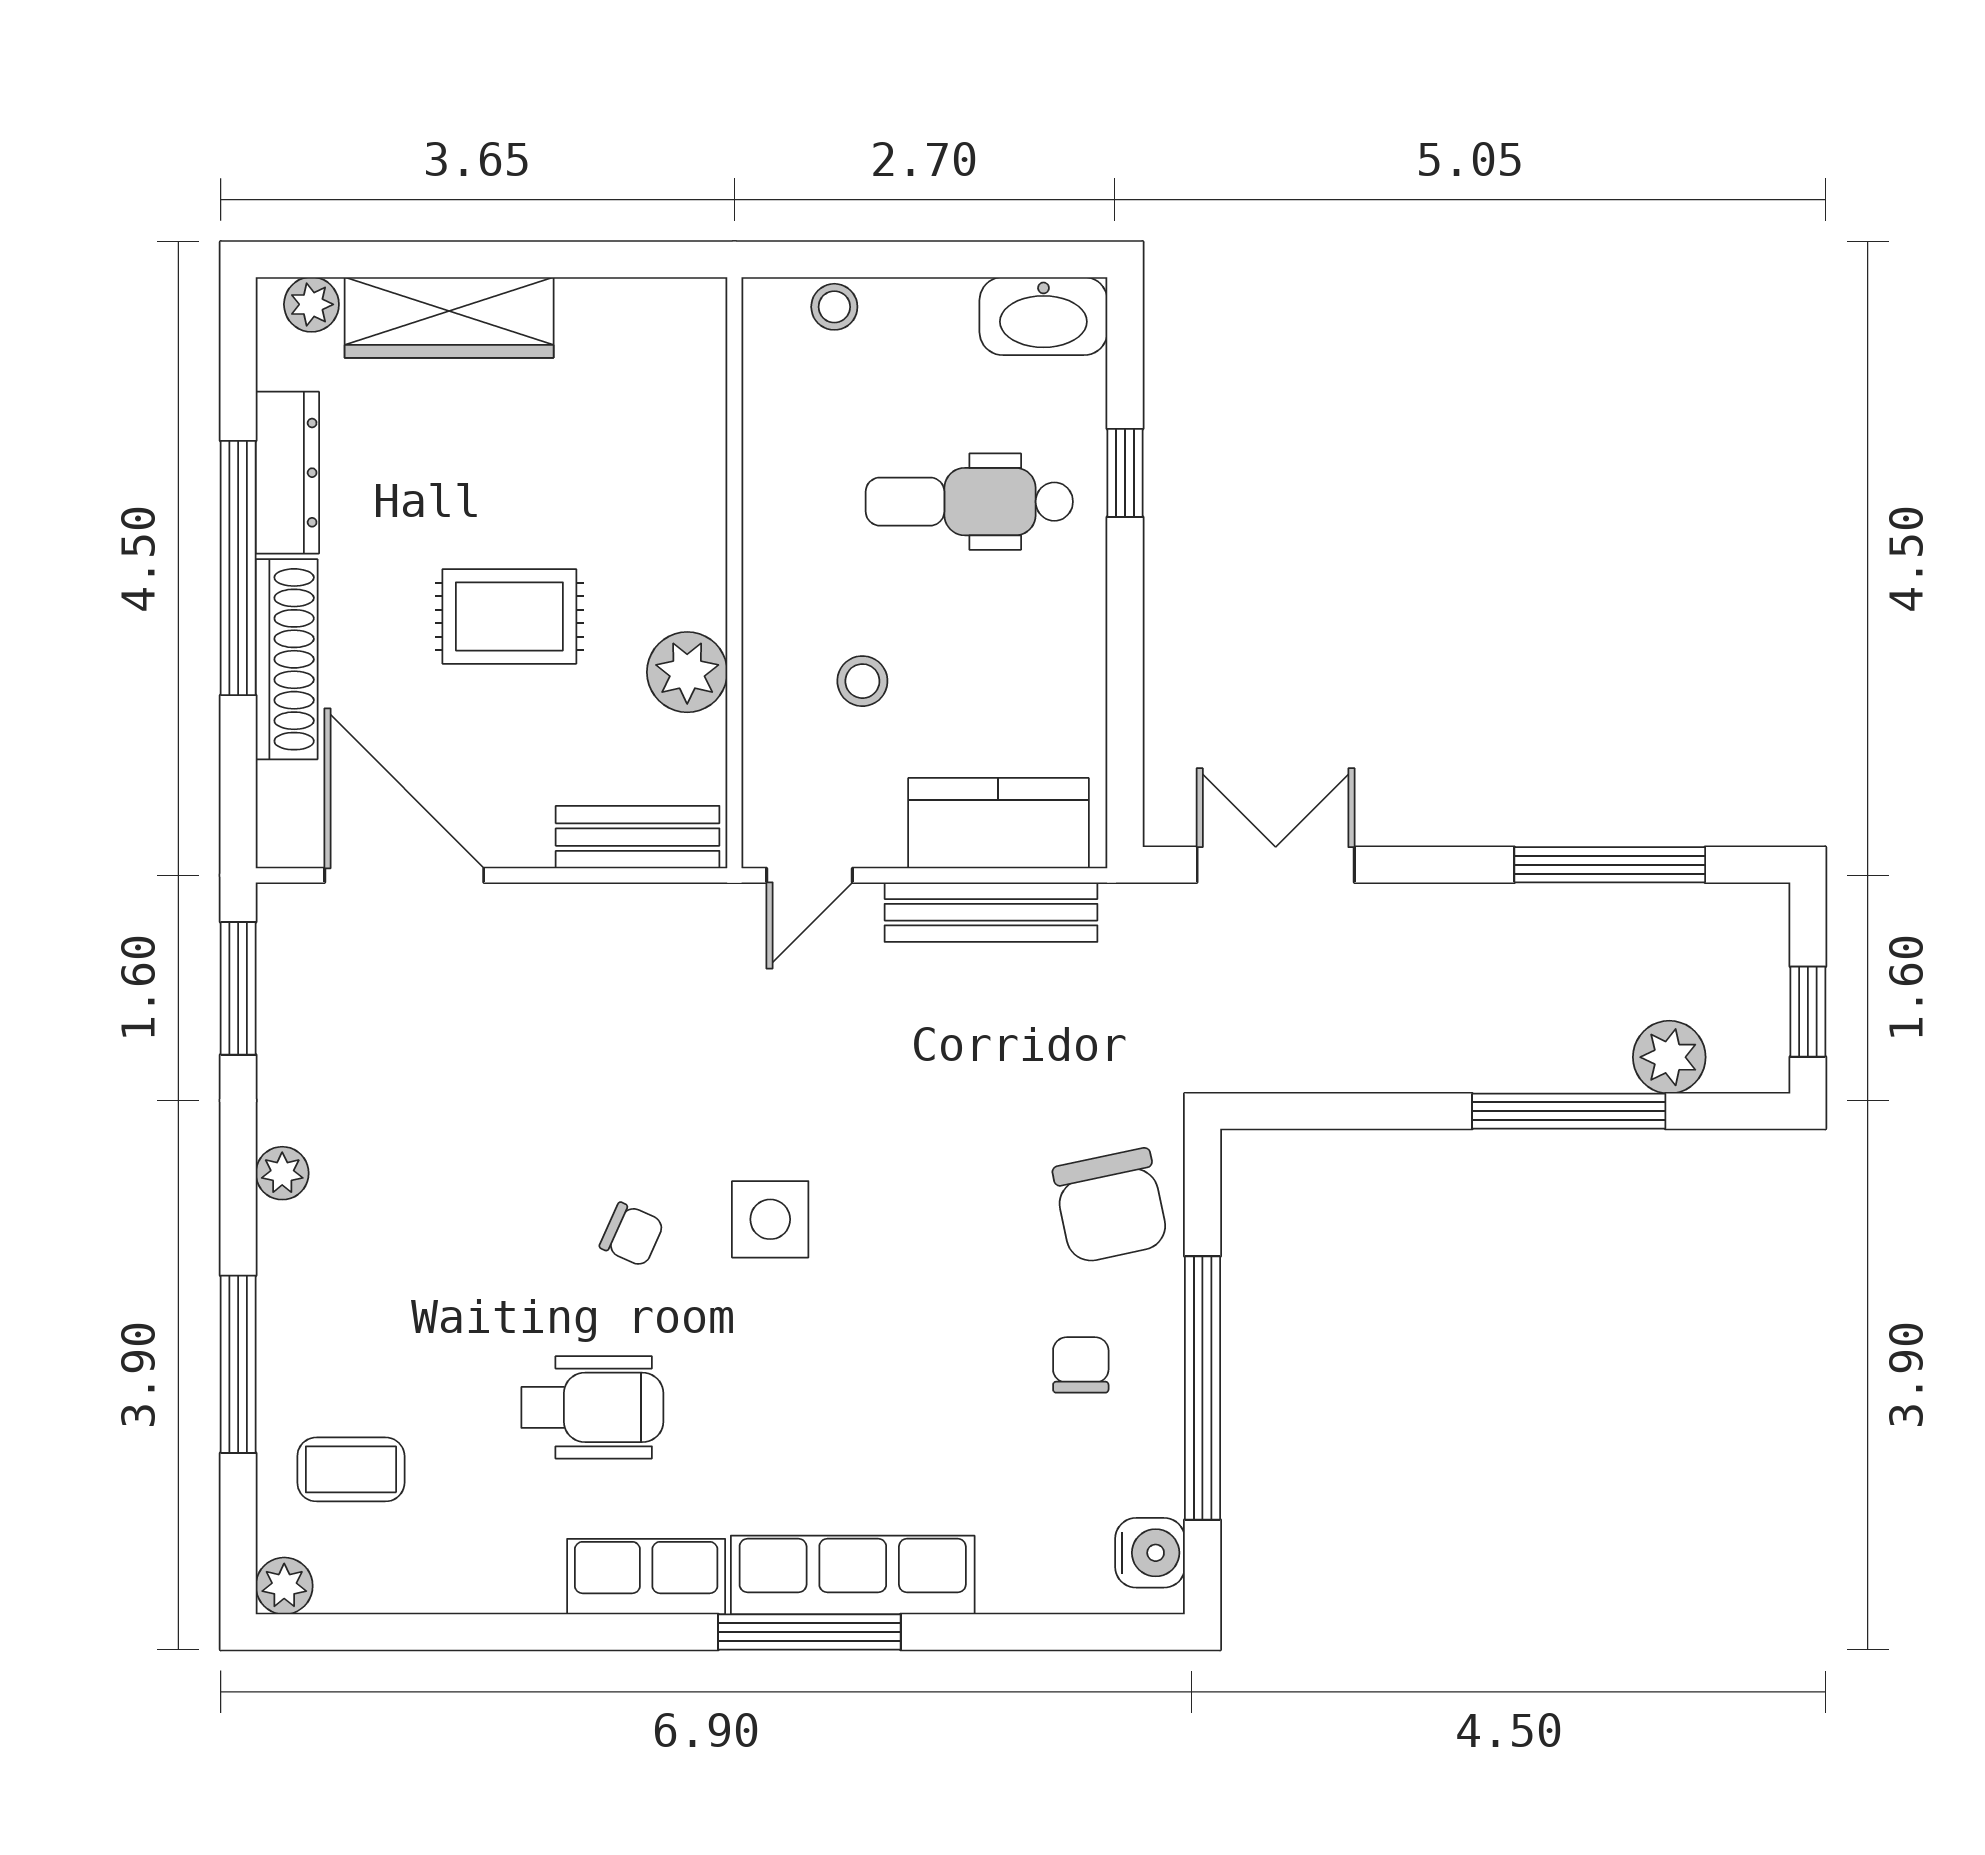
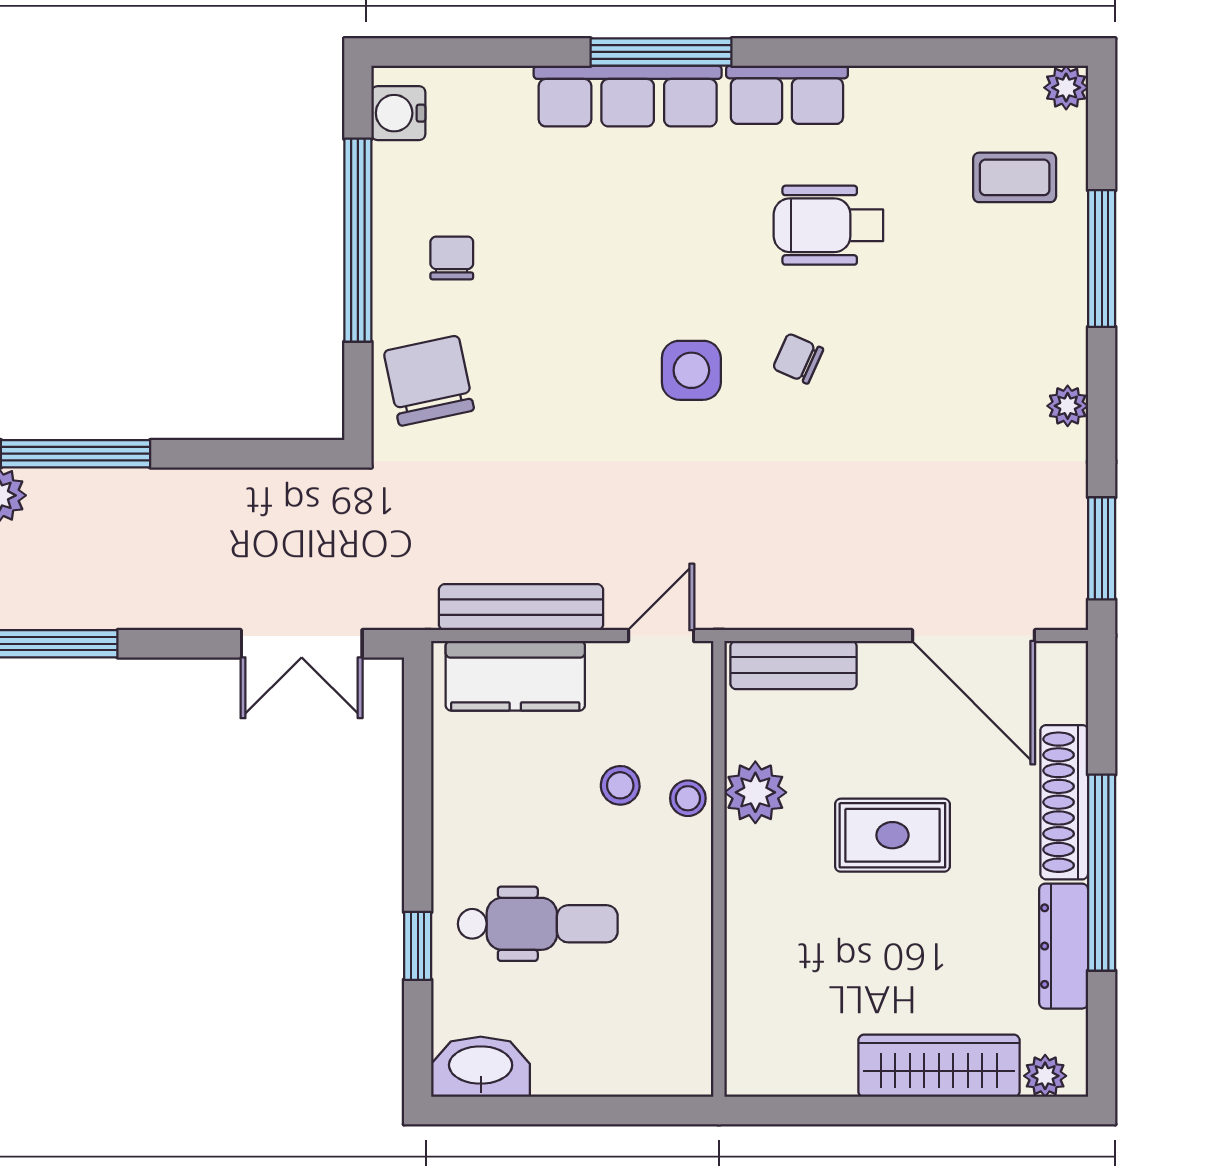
stool: (834, 307) -> (688, 798), moved
chair: (1081, 1365) -> (452, 258), turned 180

